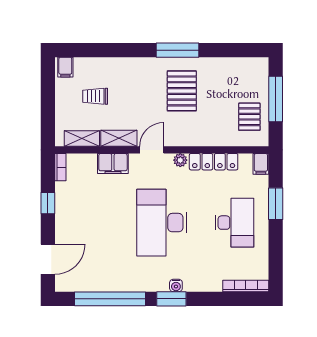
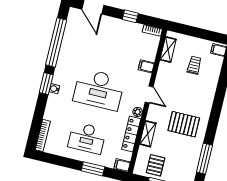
window: (177, 50) -> (204, 159), moved
pallet: (249, 117) -> (156, 165), turned 90
shelving: (119, 138) -> (148, 134), moved
filing cabinet: (113, 164) -> (146, 66), width x0.50
desk: (162, 223) -> (99, 89), turned 180

